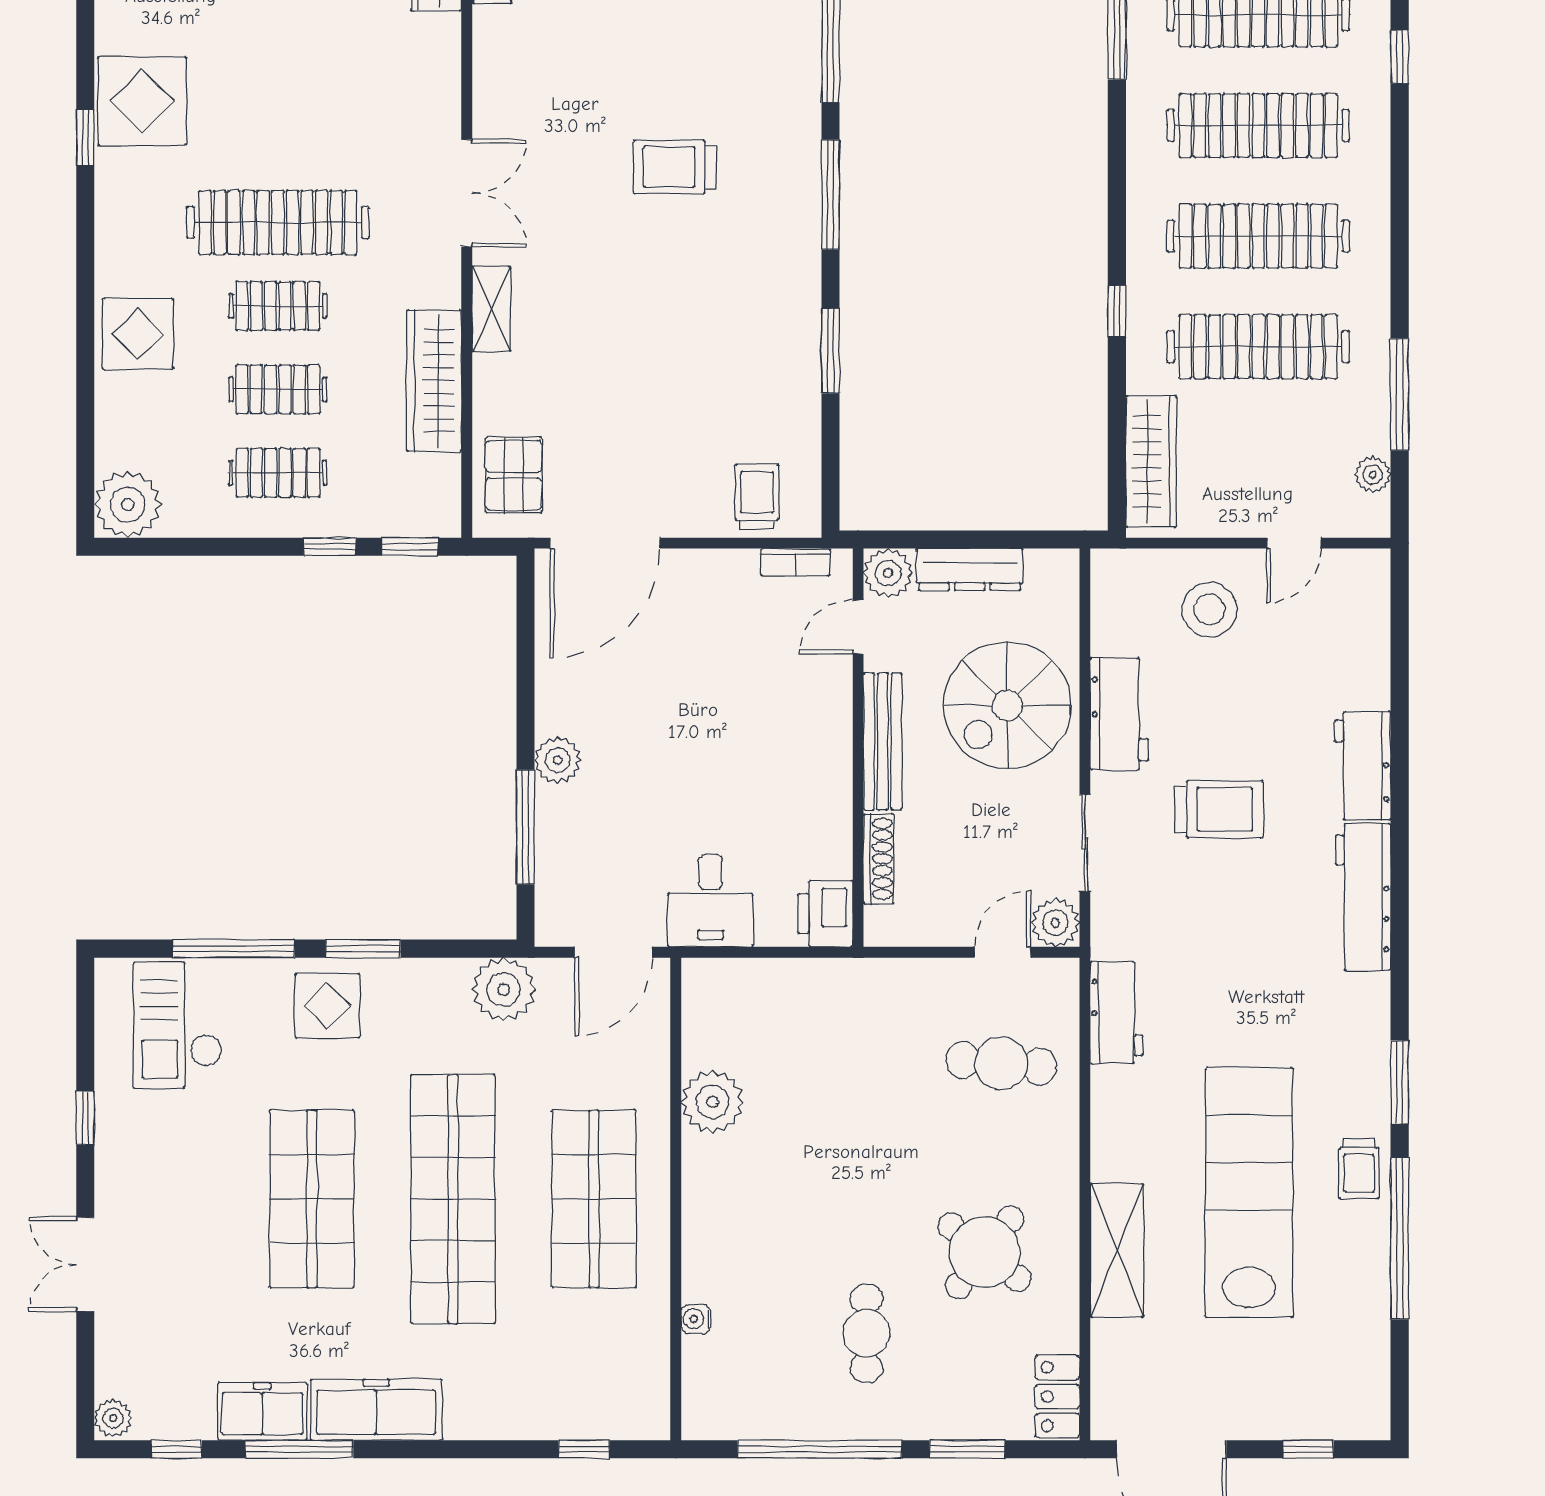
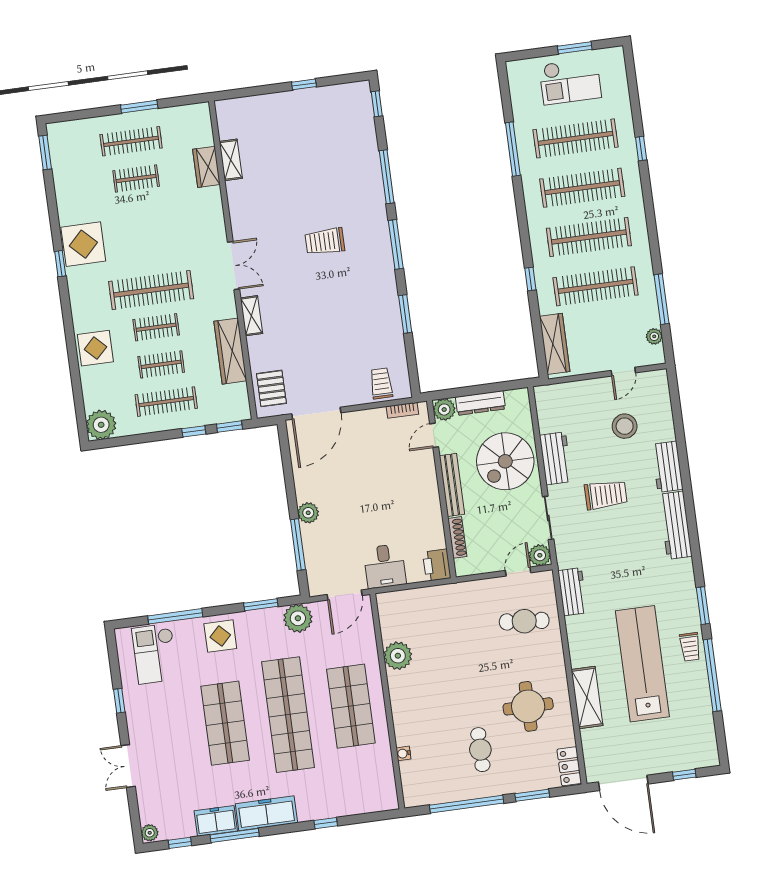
clothes rail: (278, 473) -> (166, 402), width x1.36
stool: (1209, 610) -> (625, 426), moved
window: (363, 949) -> (261, 605), moved
round table: (984, 1252) -> (528, 706), turned -38
window: (584, 1449) -> (326, 823), moved

